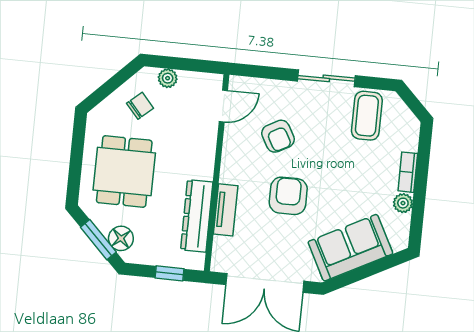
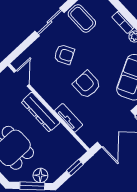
armchair: (278, 136) -> (64, 54), moved
dresser: (197, 216) -> (41, 112), moved

